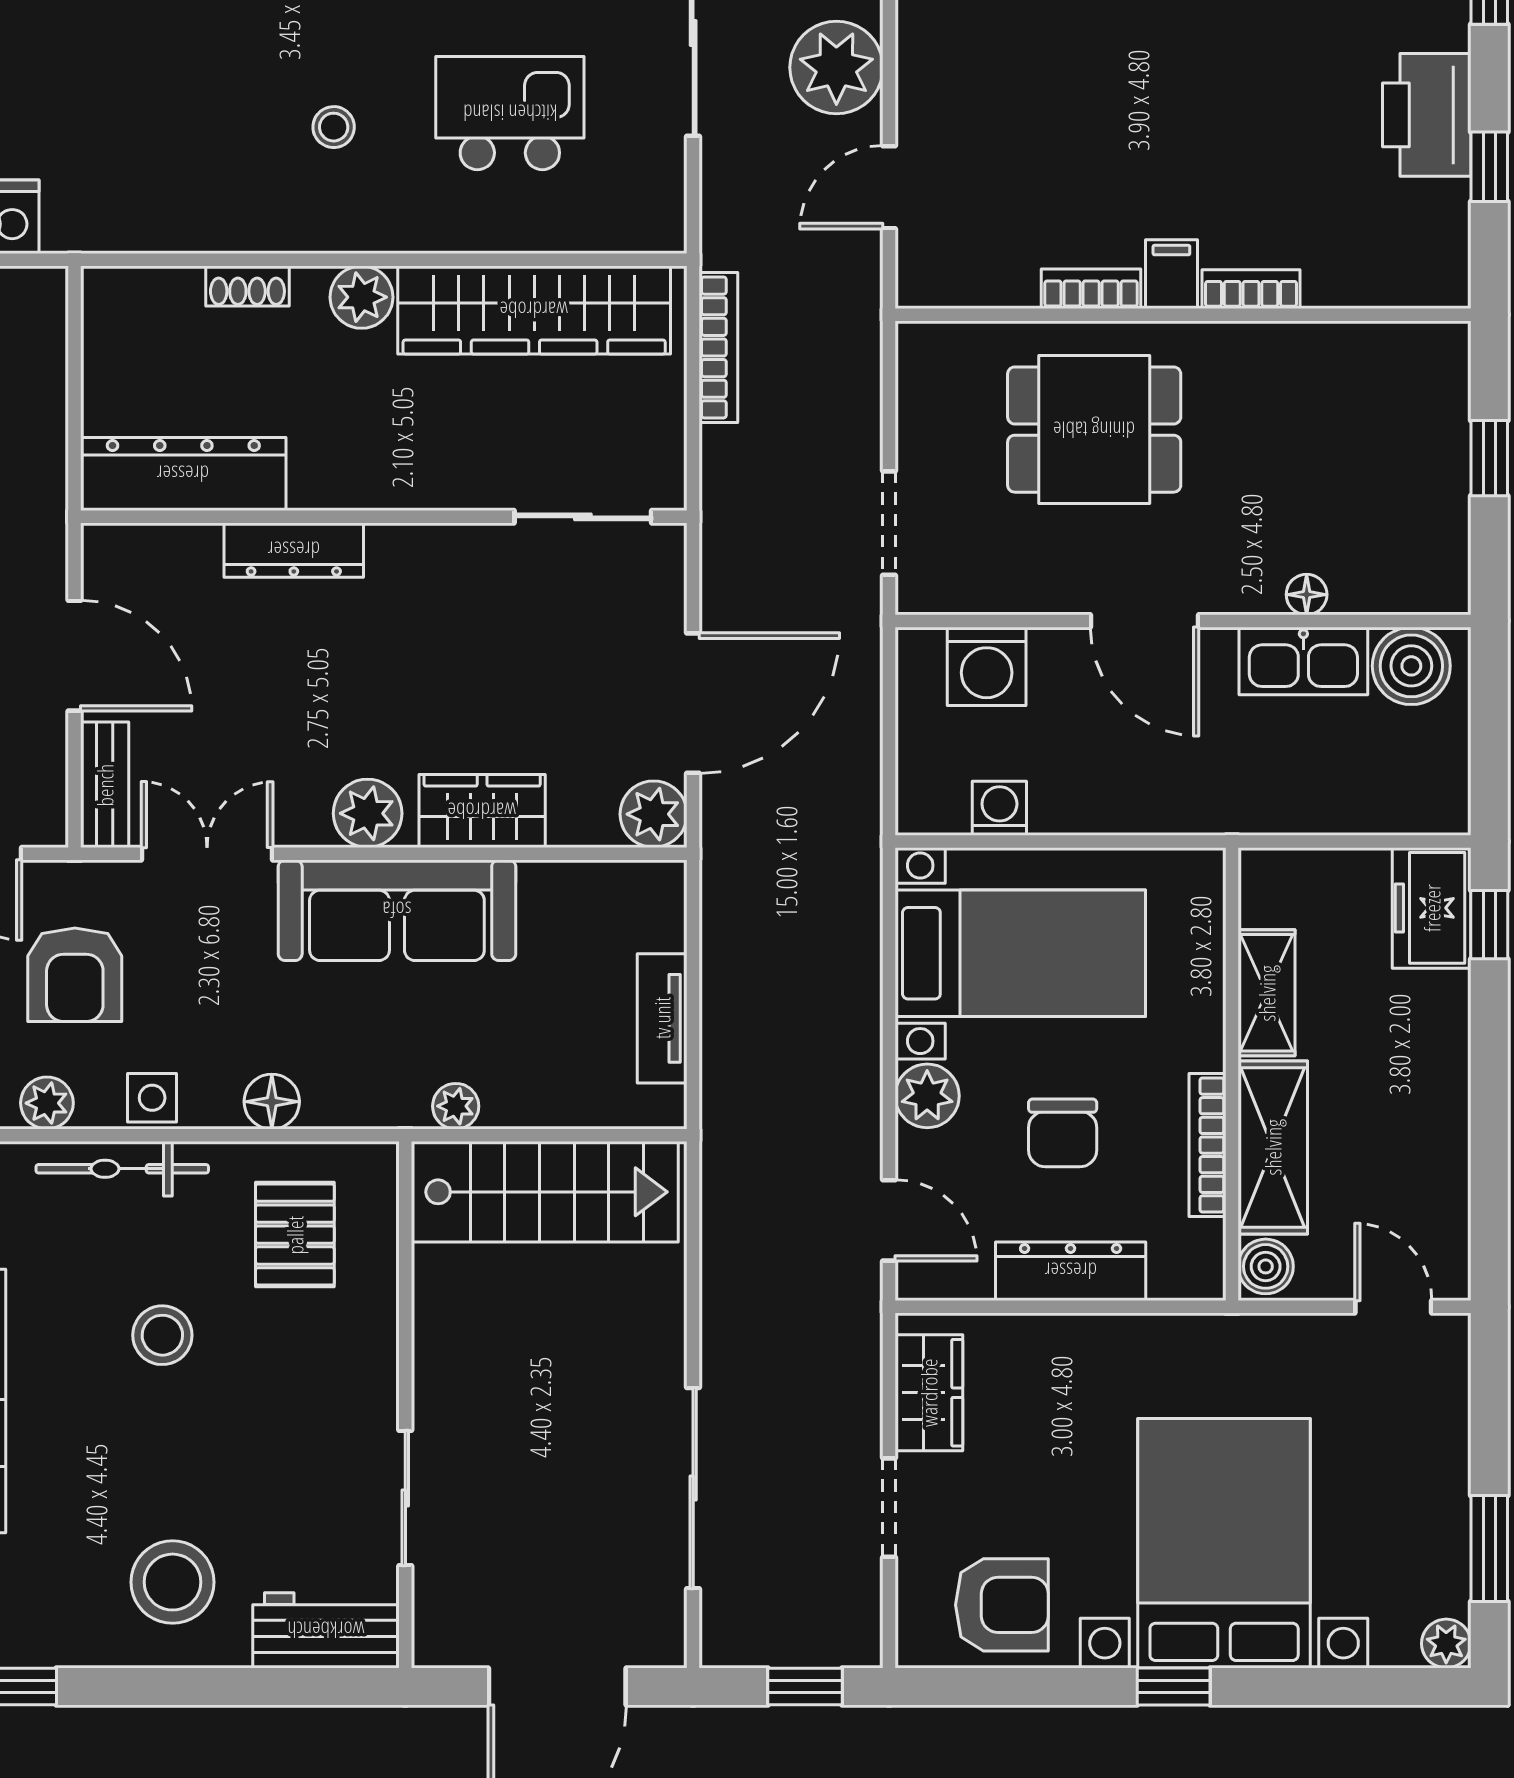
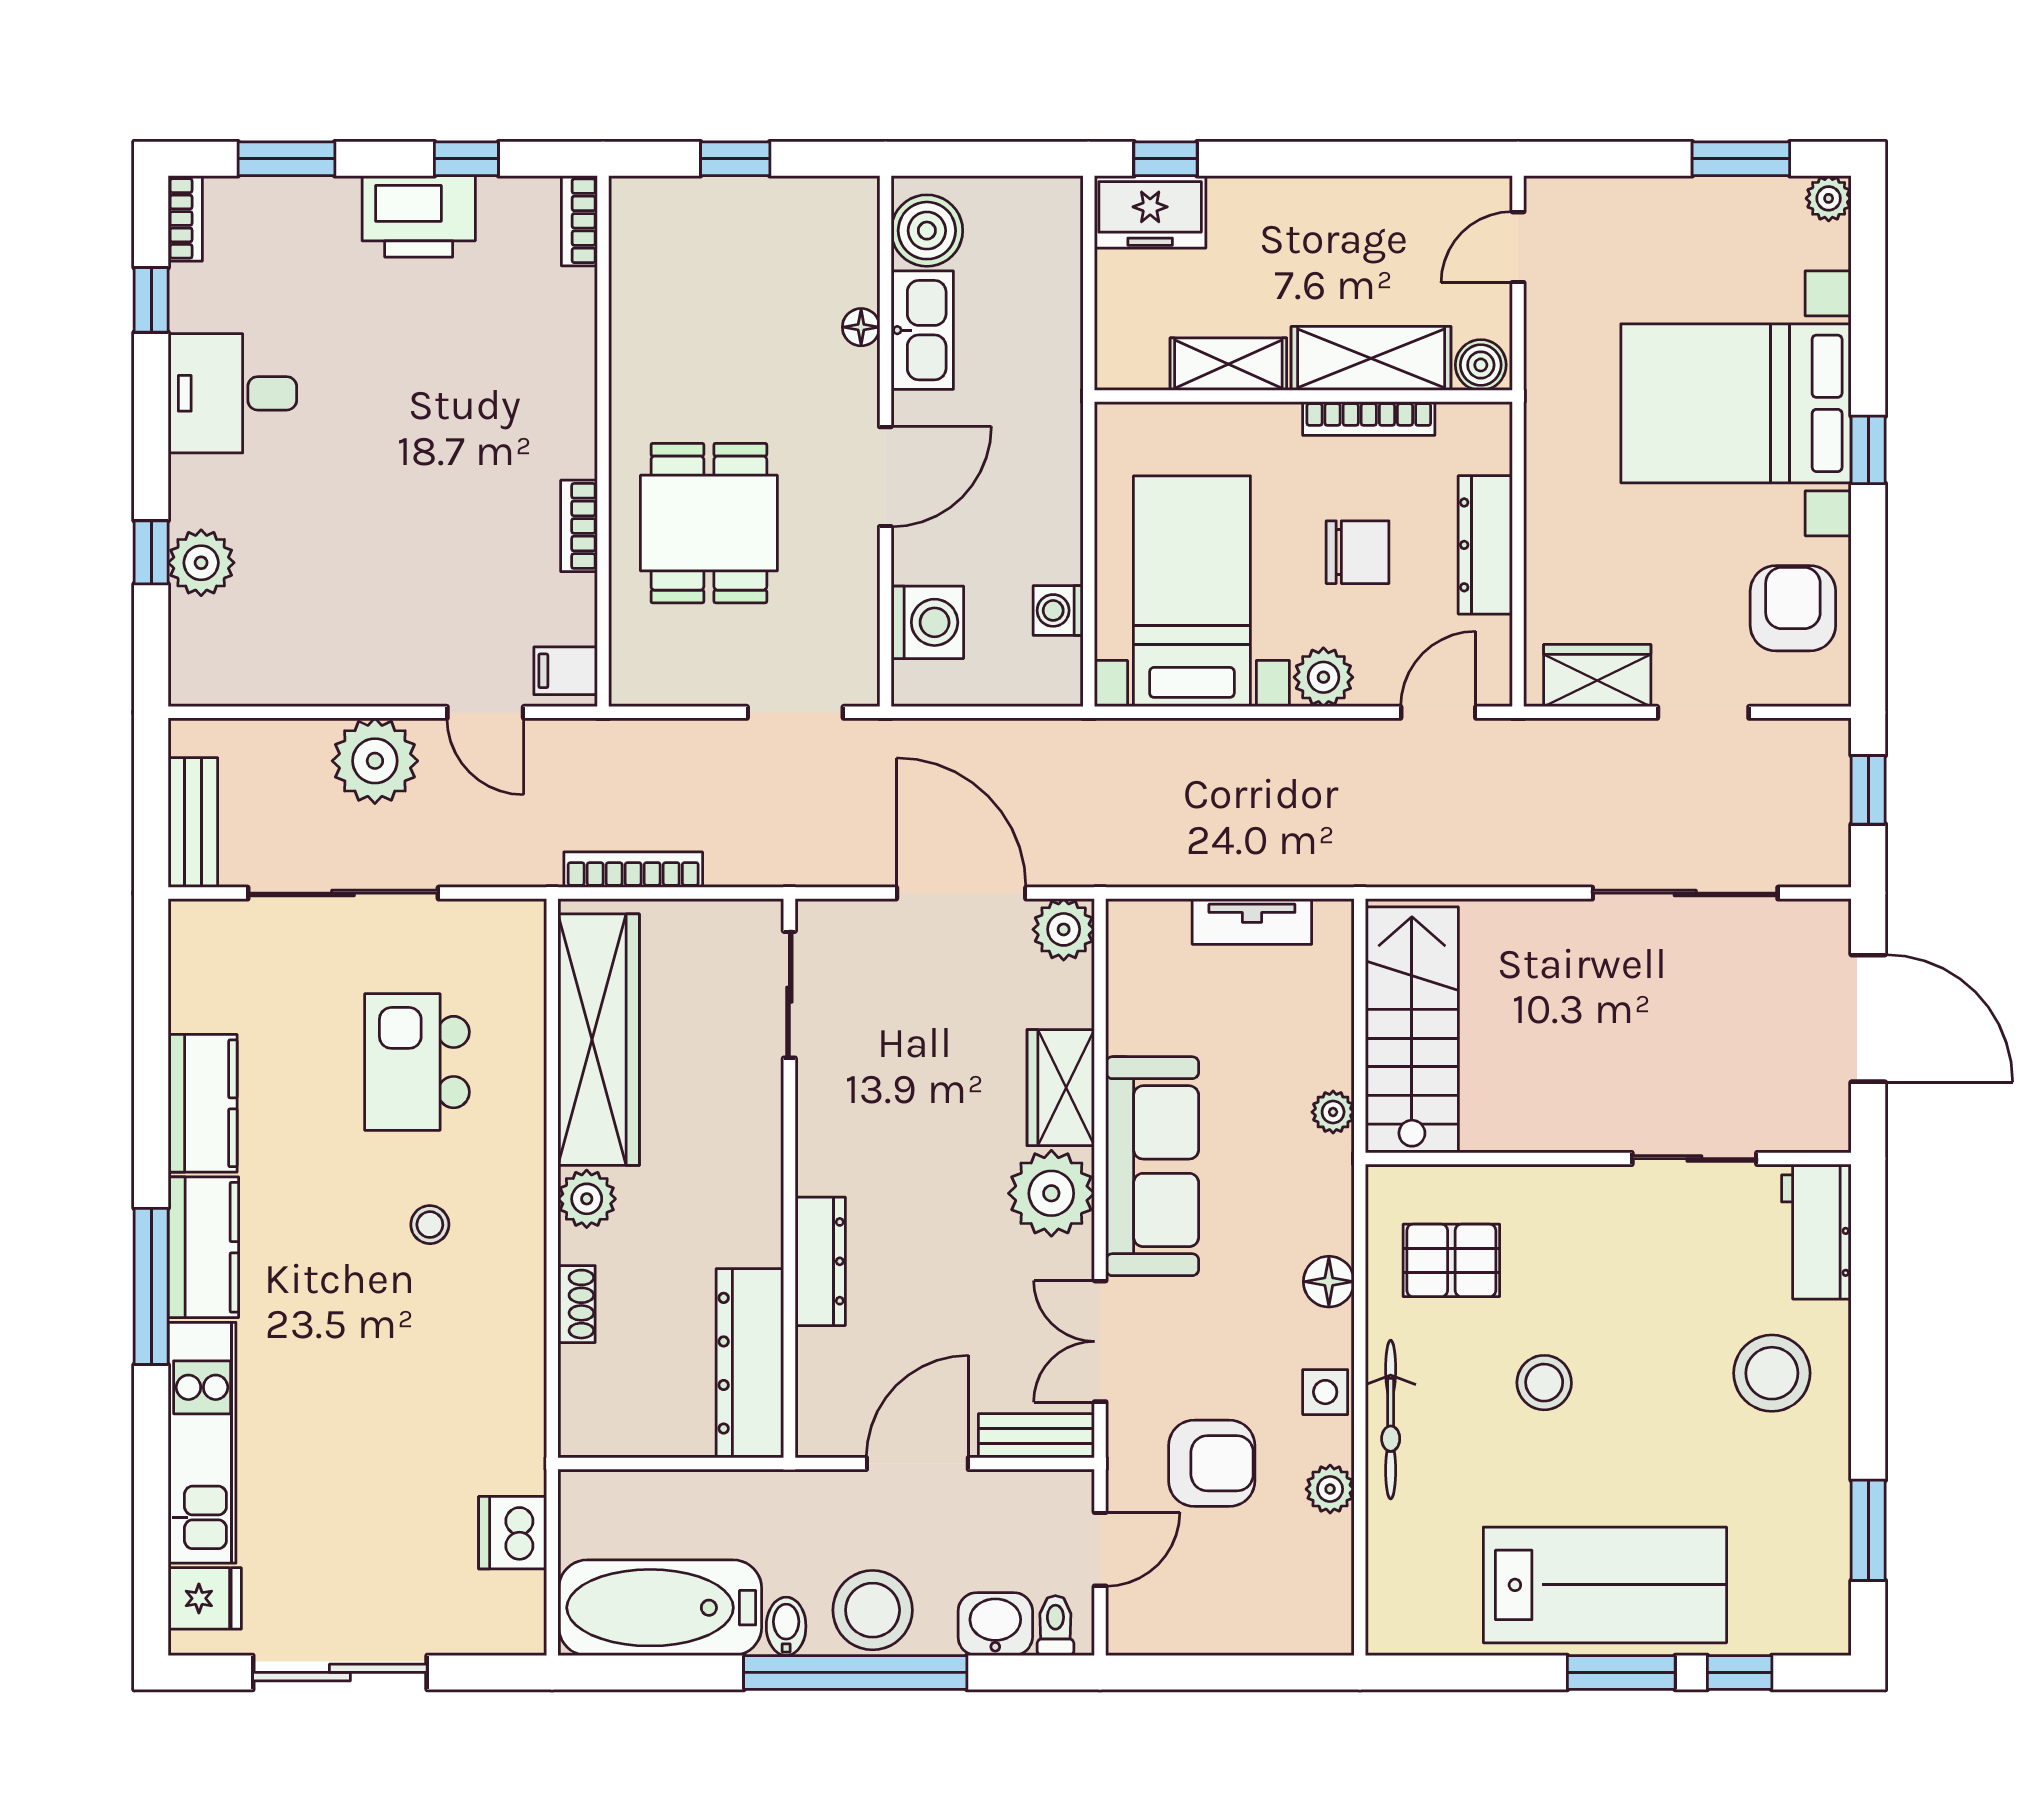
filing cabinet: (1171, 274) -> (566, 671), moved
bookcase: (1251, 289) -> (579, 221), moved
plant: (368, 813) -> (1051, 1193), width x1.36, depth x1.36

